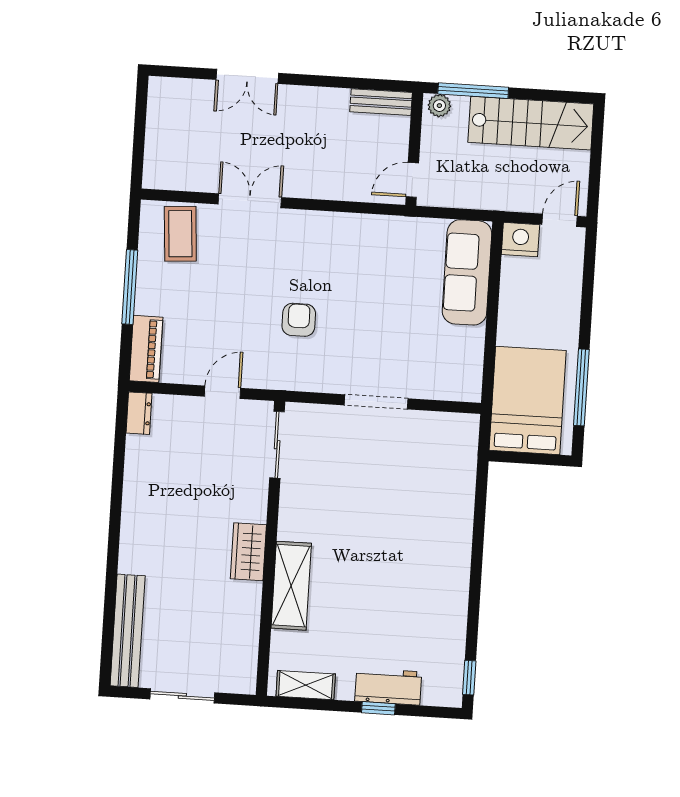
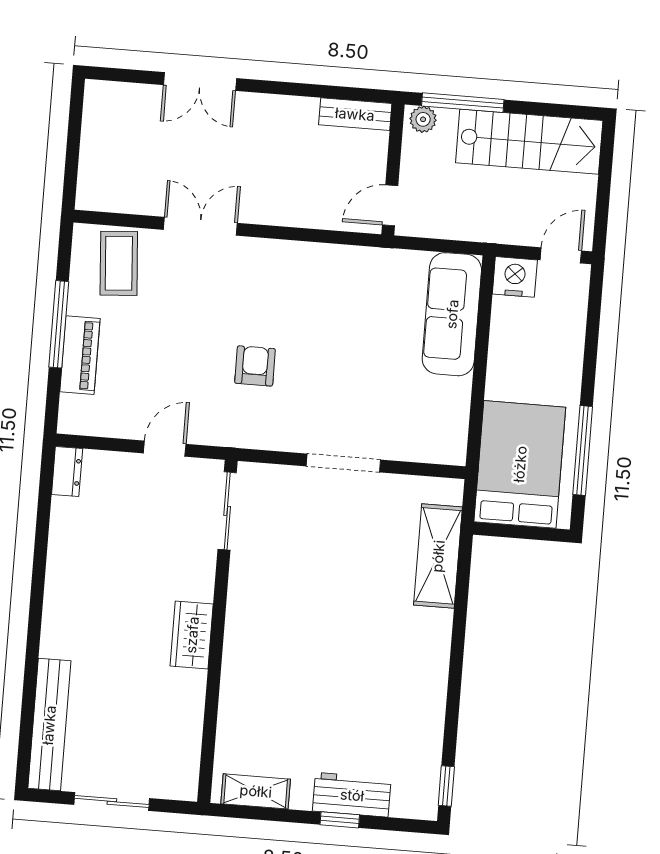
piano: (146, 349) -> (80, 355), moved
shelving: (291, 586) -> (438, 556), moved

